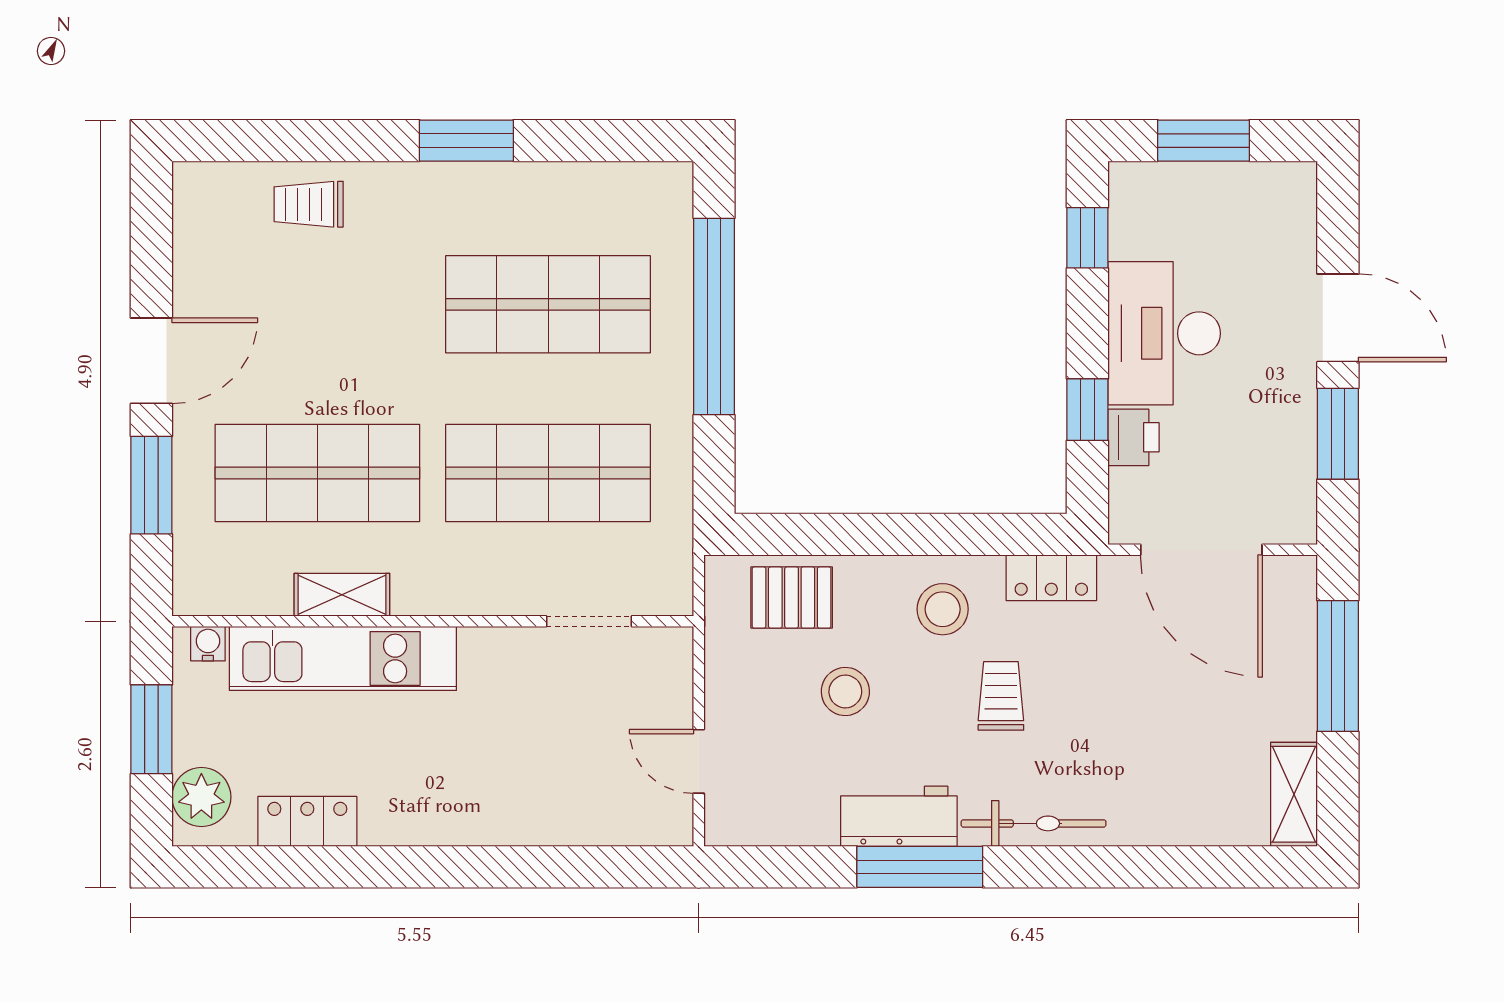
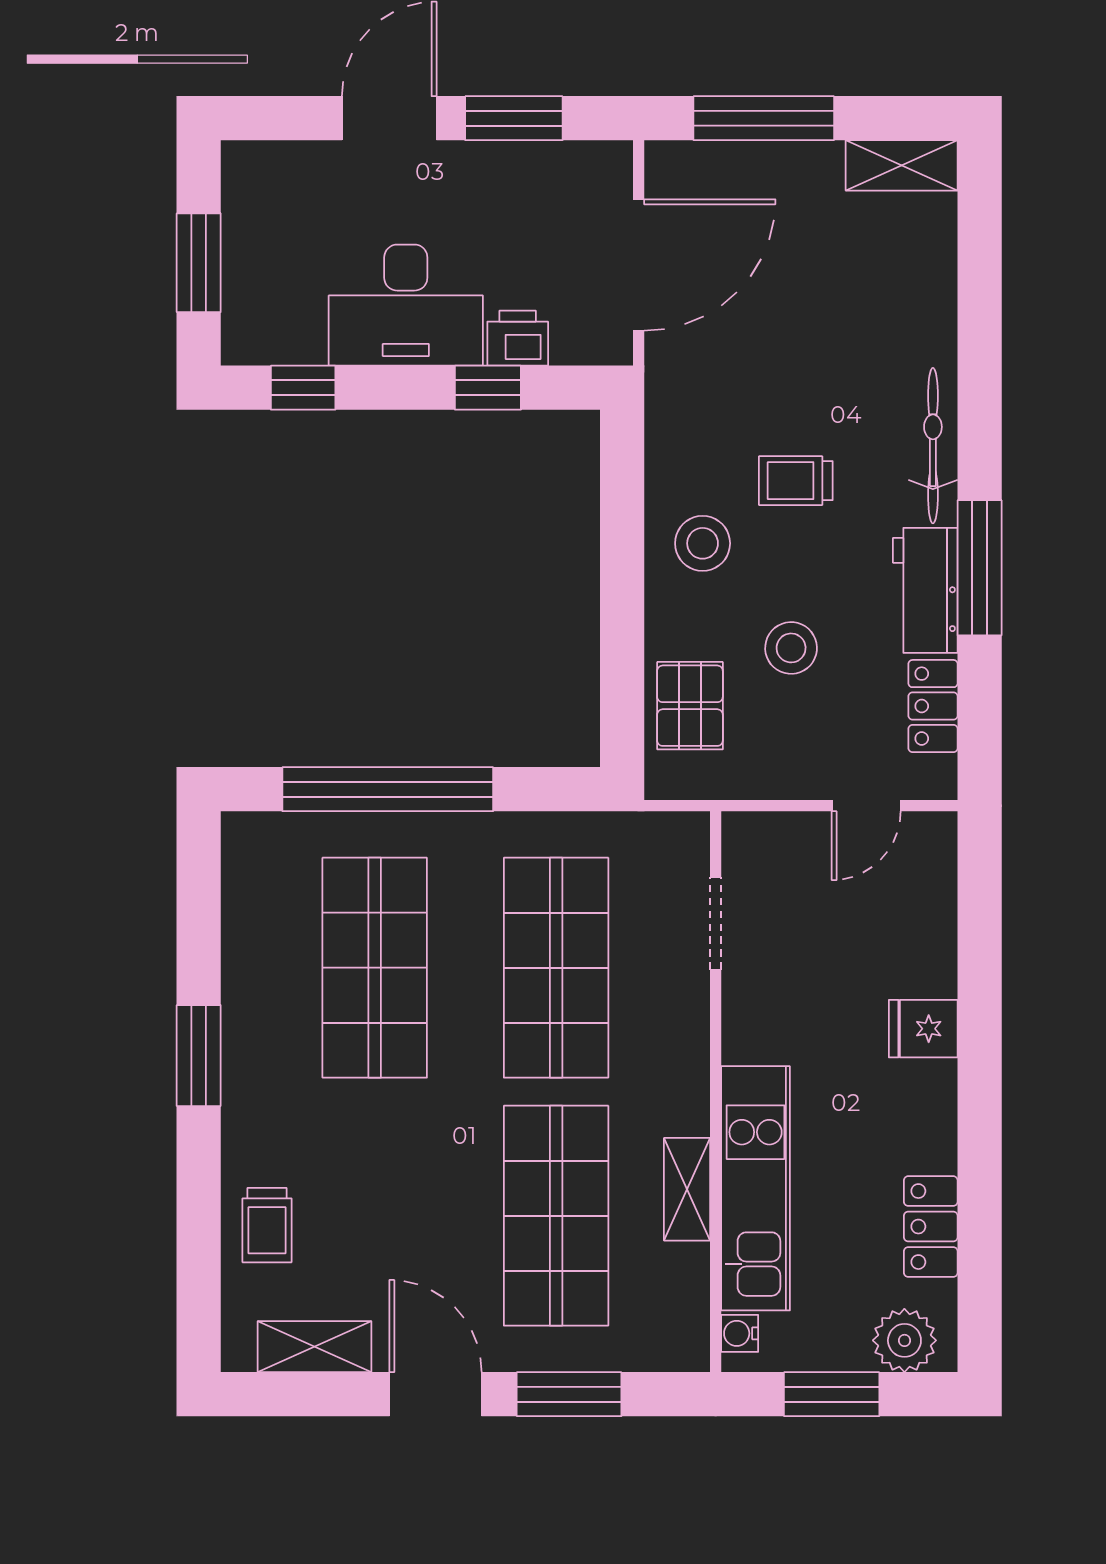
shelving: (196, 248) -> (315, 1347), added
locker: (1051, 578) -> (933, 706), moved, turned 180
fridge: (491, 814) -> (923, 1029), added

